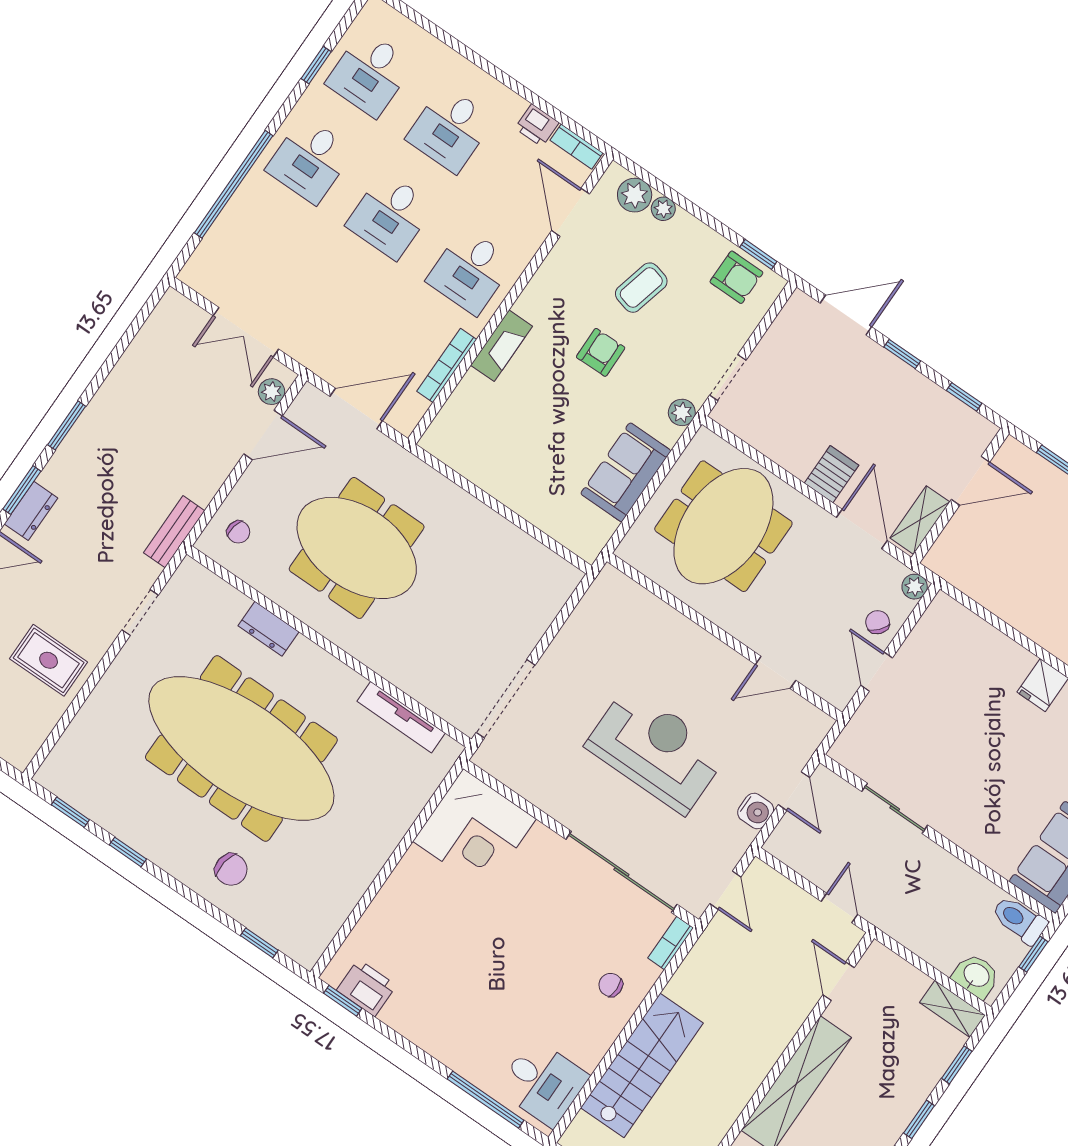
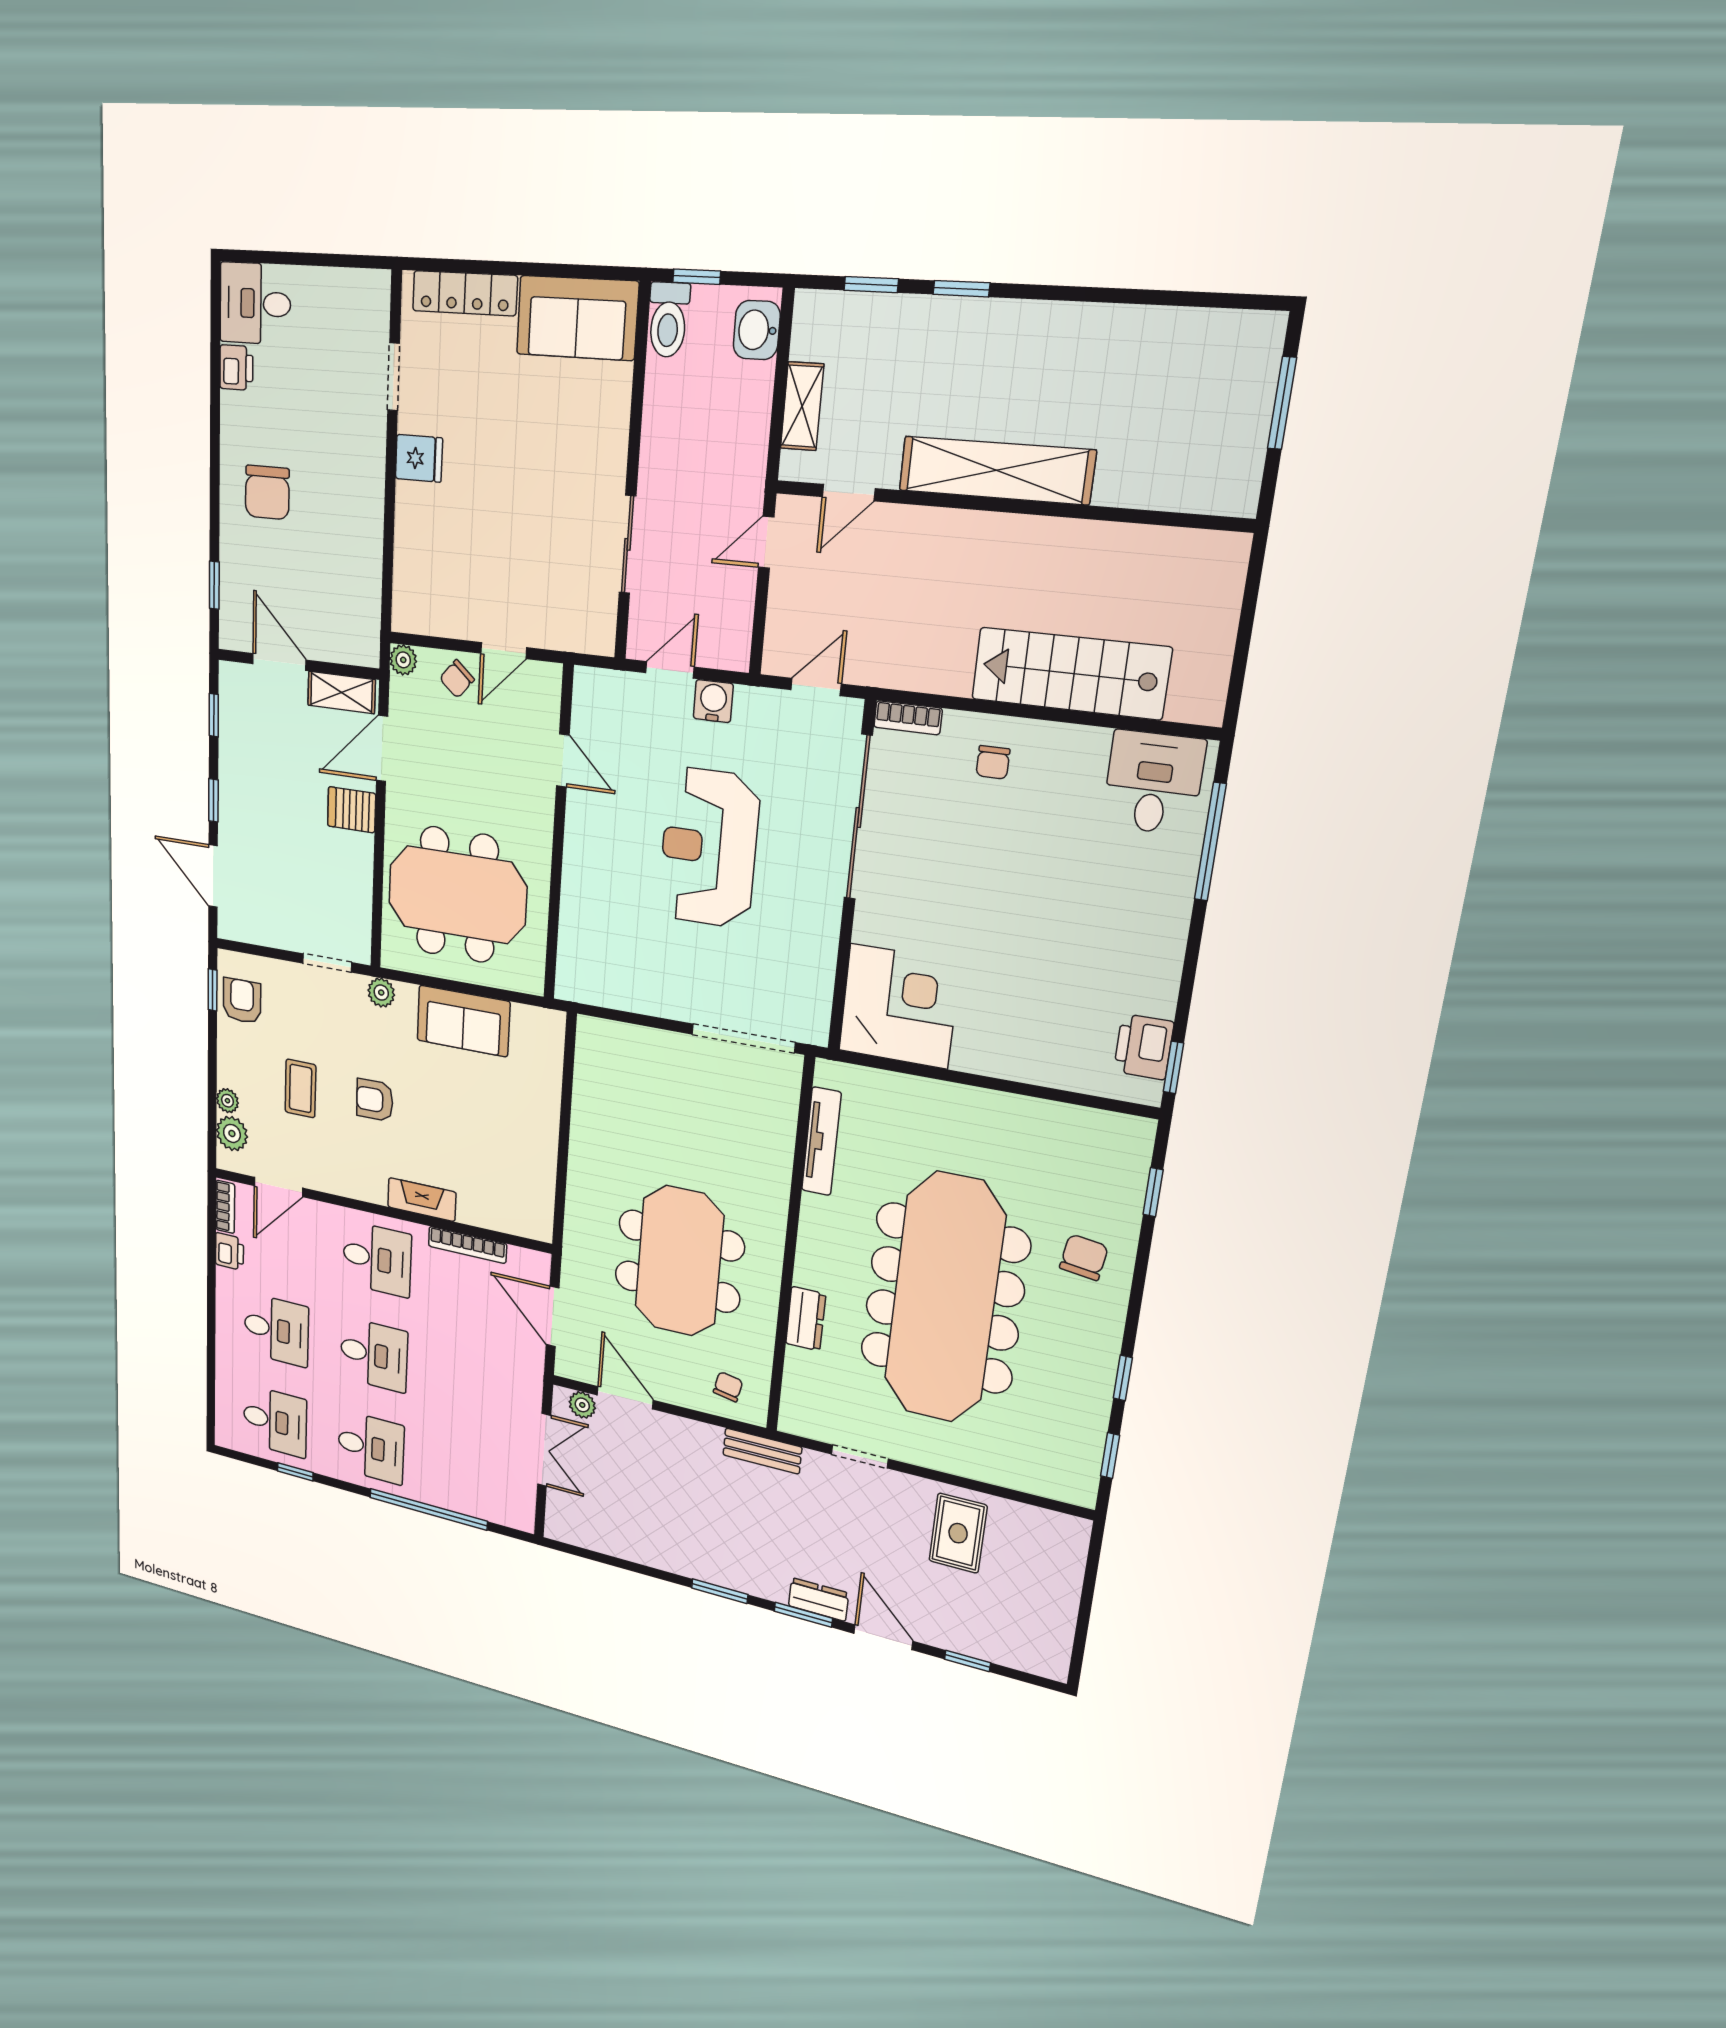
coffee table: (641, 288) -> (300, 1088), turned 76
shelving: (952, 1009) -> (802, 406), moved

